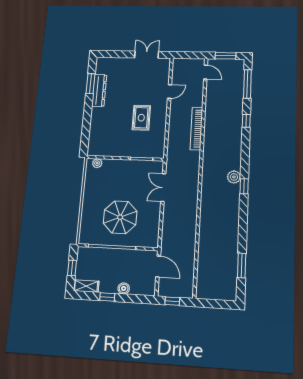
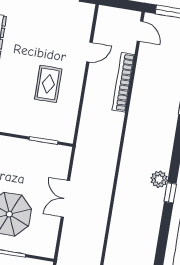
bookcase: (196, 129) -> (123, 82), moved
double door: (163, 188) -> (65, 199), moved

